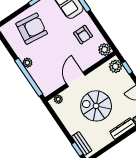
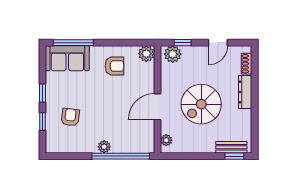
window: (17, 13) -> (42, 122), added
armchair: (32, 29) -> (70, 117), width x0.53, depth x0.53
door: (76, 79) -> (158, 107), hinge flipped

